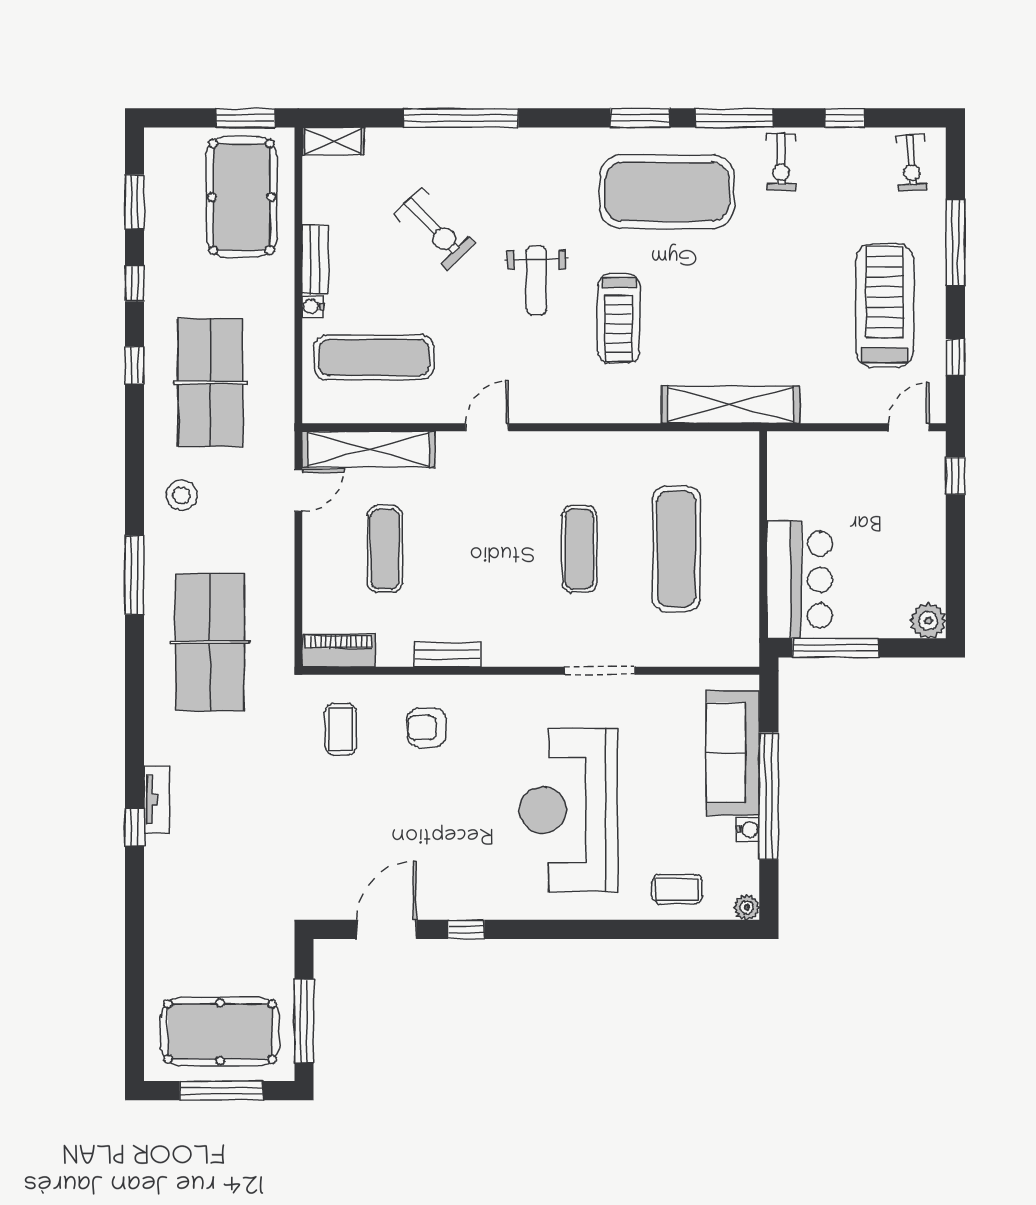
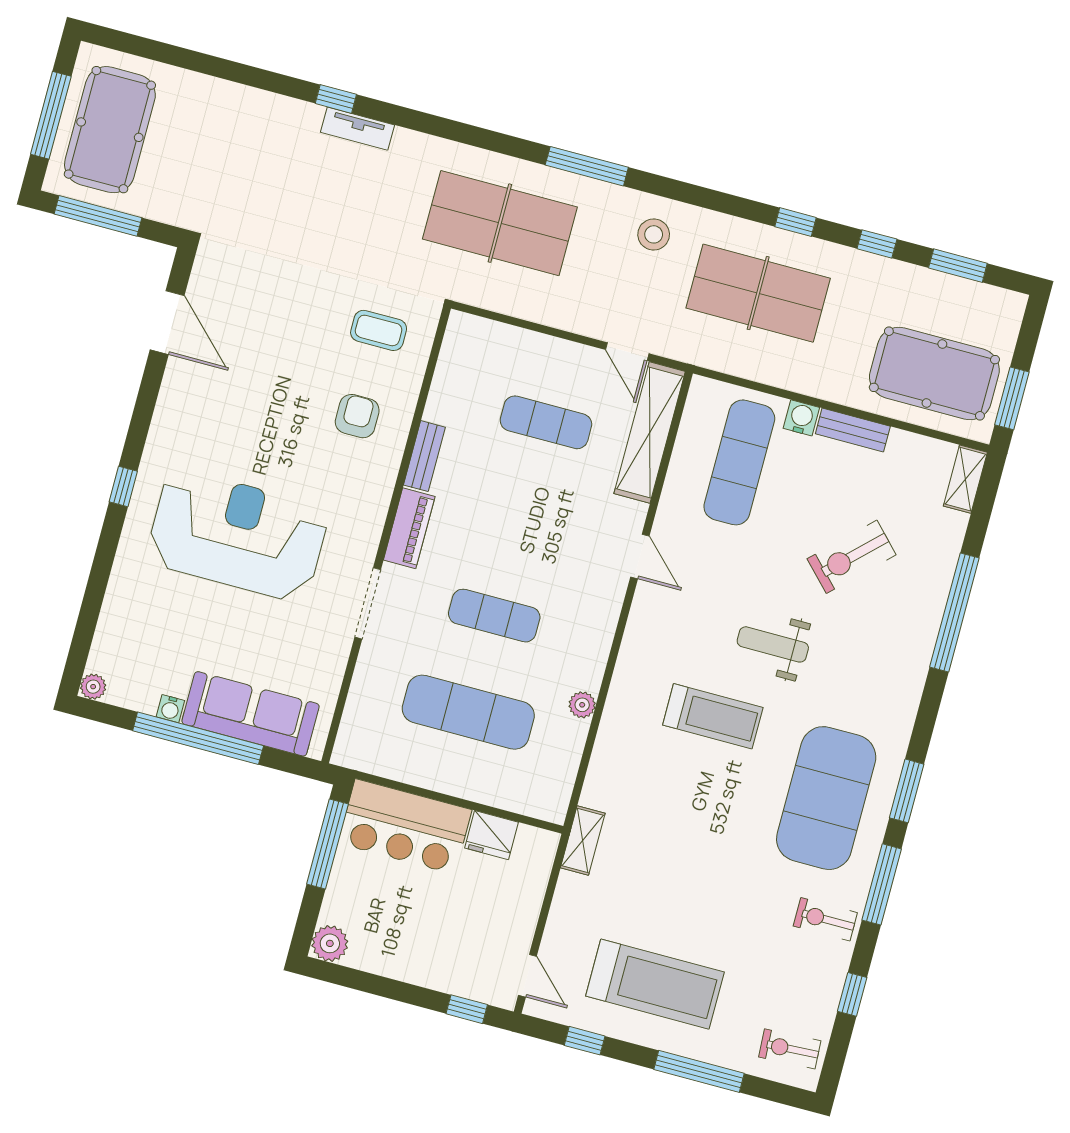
water cooler: (313, 306) -> (801, 418), width x1.38, depth x1.38
treadmill: (619, 319) -> (713, 716), turned 180
shelving: (731, 405) -> (583, 841), width x0.45, depth x0.75
plant: (641, 444) -> (582, 705), added
fridge: (786, 496) -> (491, 835), added
piano: (339, 651) -> (409, 528), moved
coffee table: (677, 889) -> (130, 622), removed
window: (466, 929) -> (123, 486), moved

